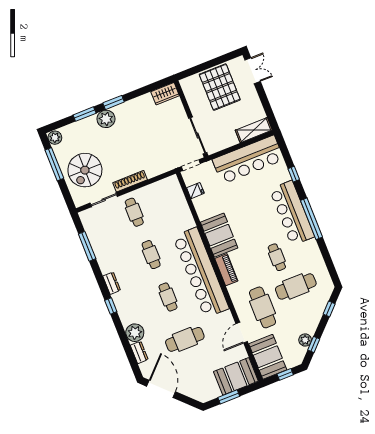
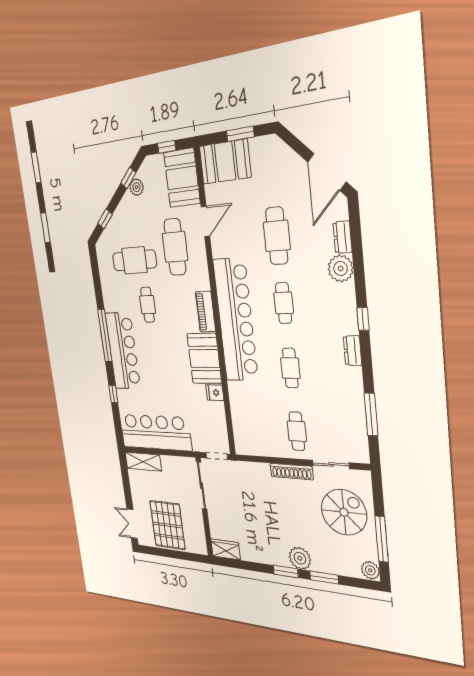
fridge: (195, 191) -> (215, 393), moved
cafe table: (185, 339) -> (277, 236), turned 90

